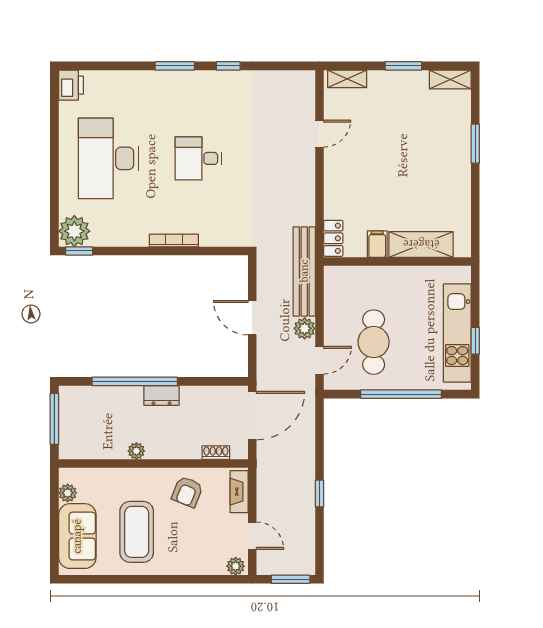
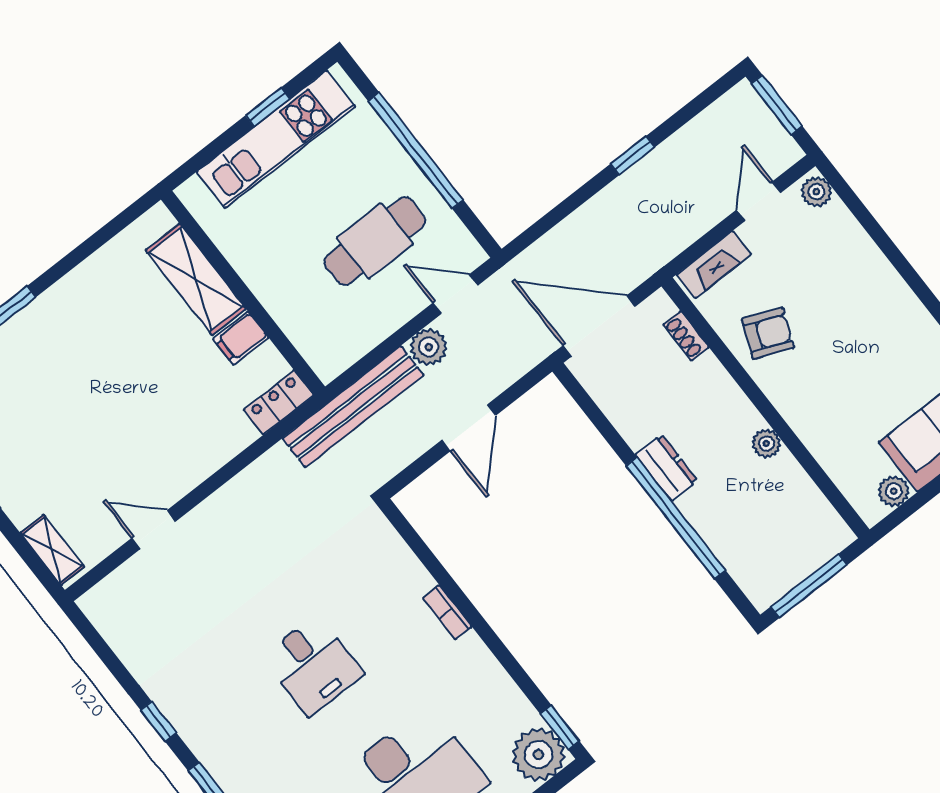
bookcase: (174, 241) -> (447, 612), width x0.64
coffee table: (137, 532) -> (874, 359), removed

